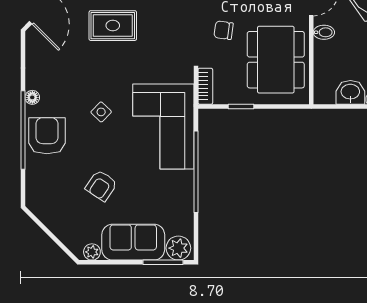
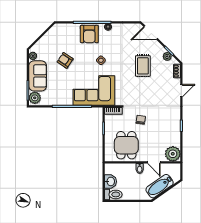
dining table: (276, 60) -> (126, 145), width x0.73
armchair: (47, 136) -> (89, 34), turned 90

